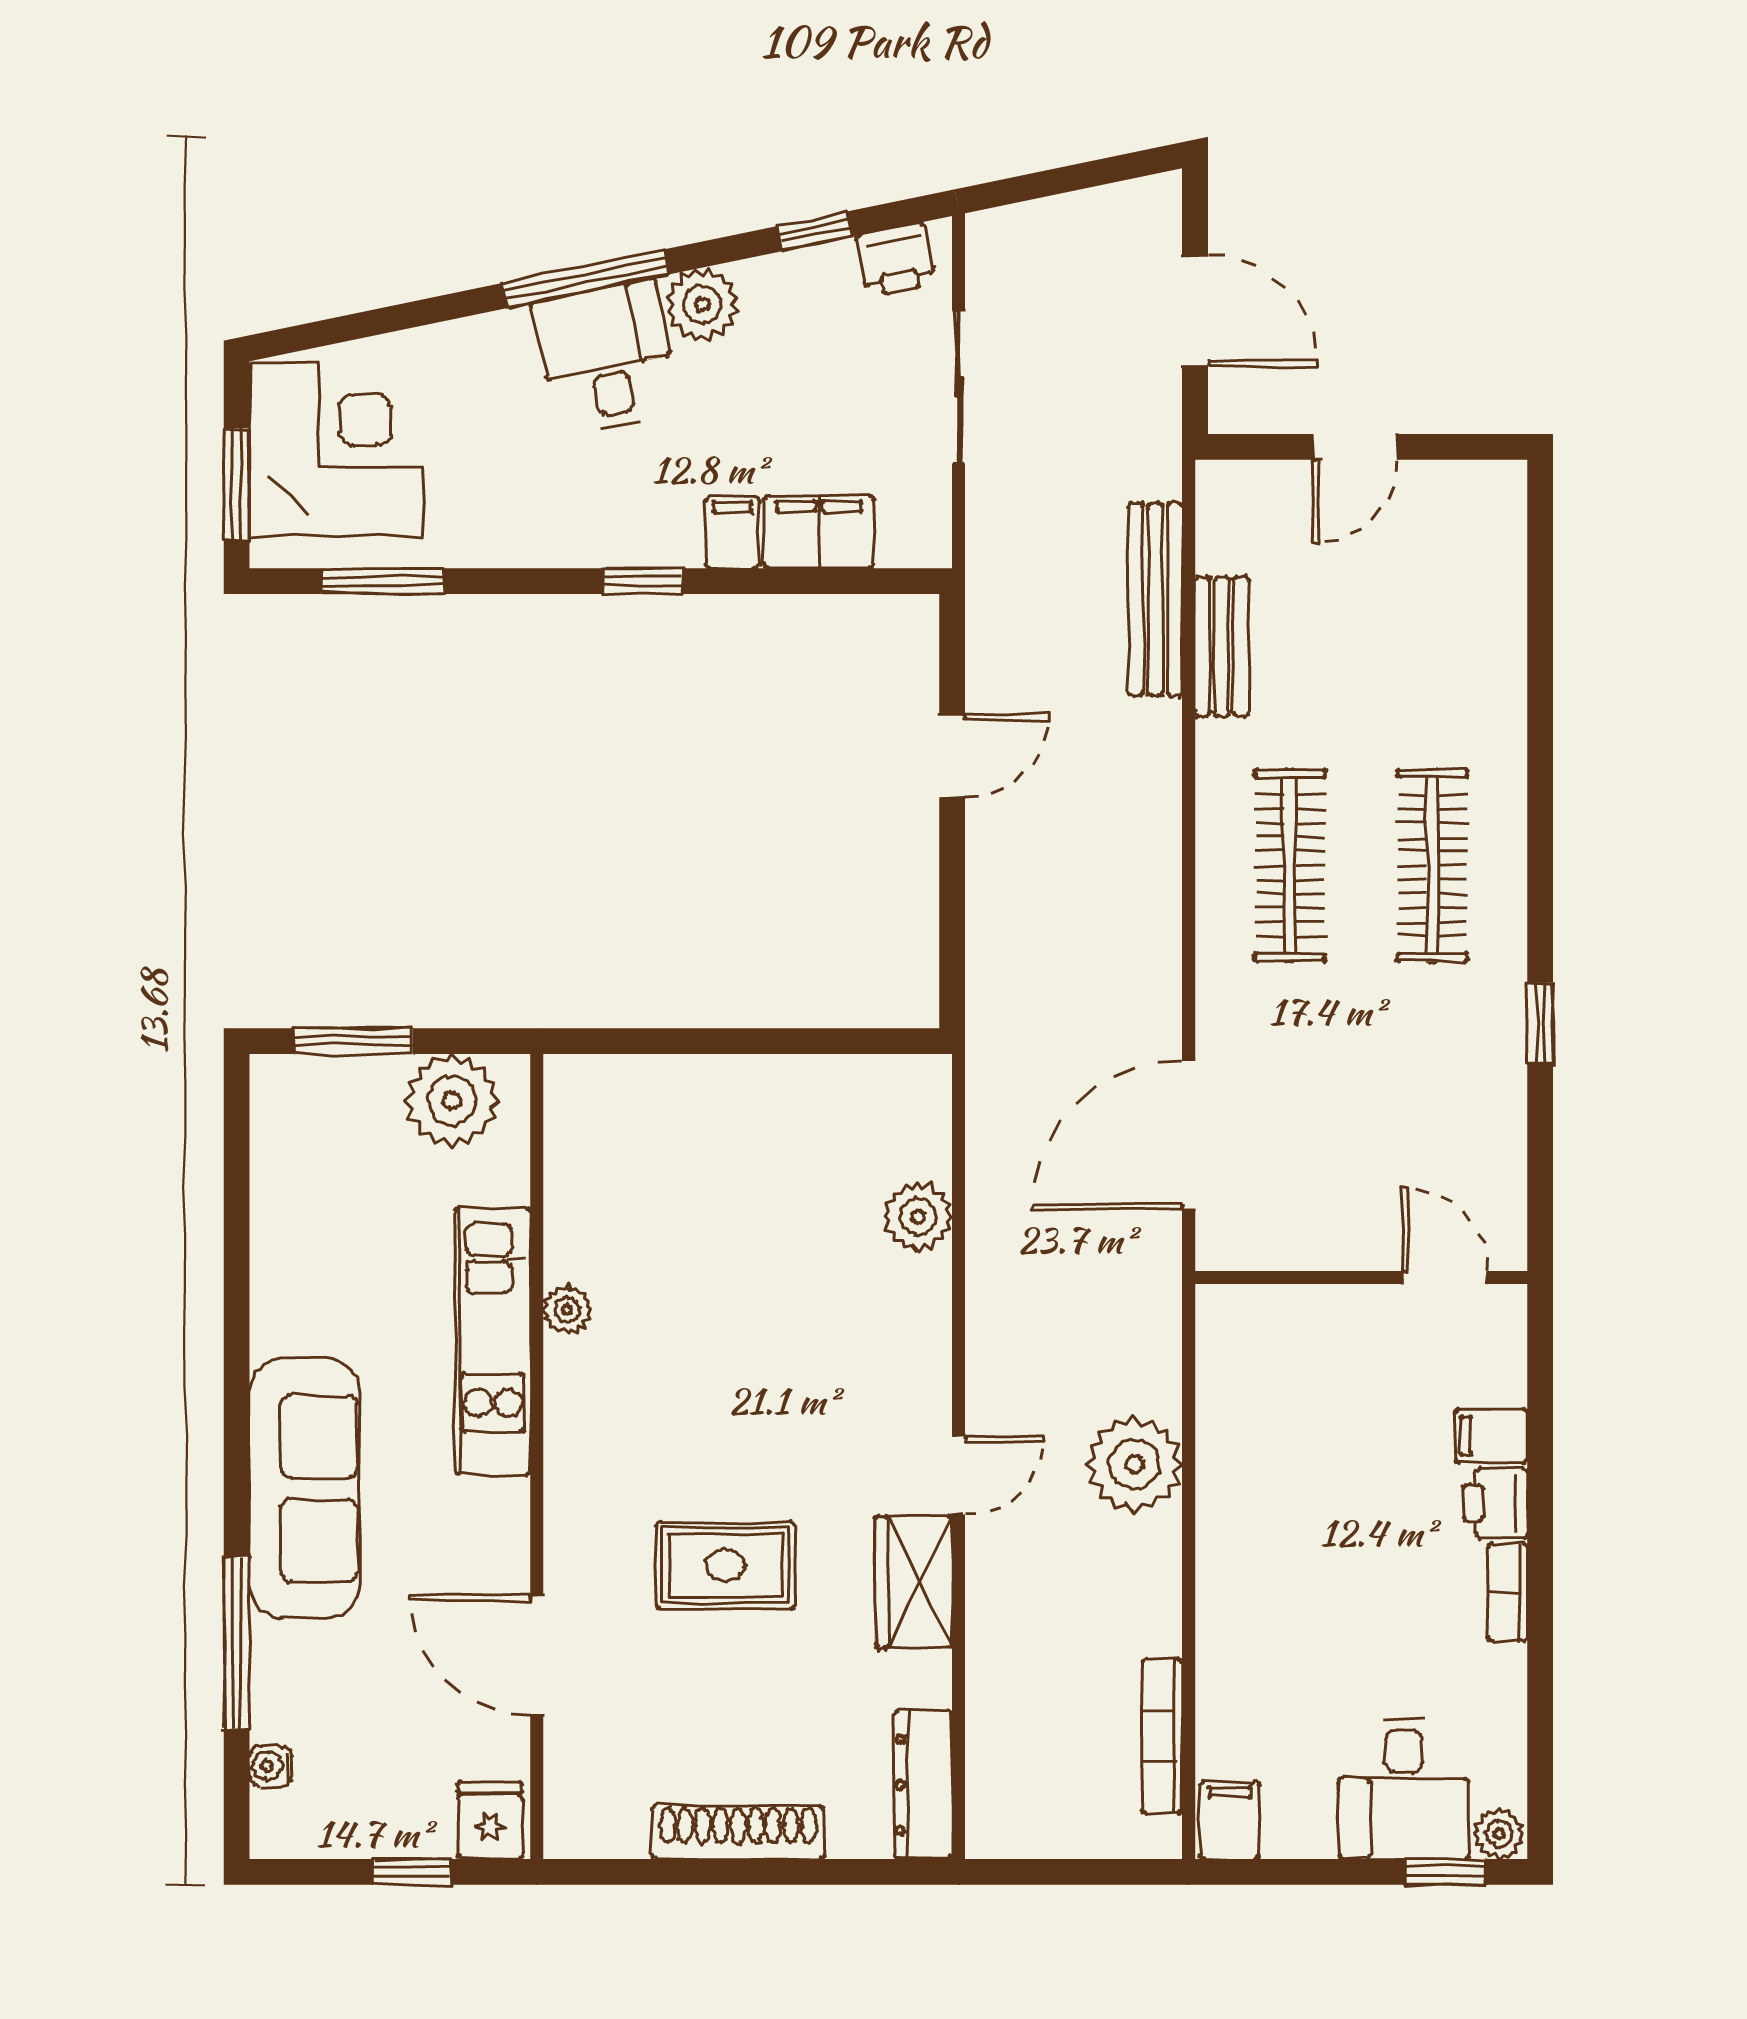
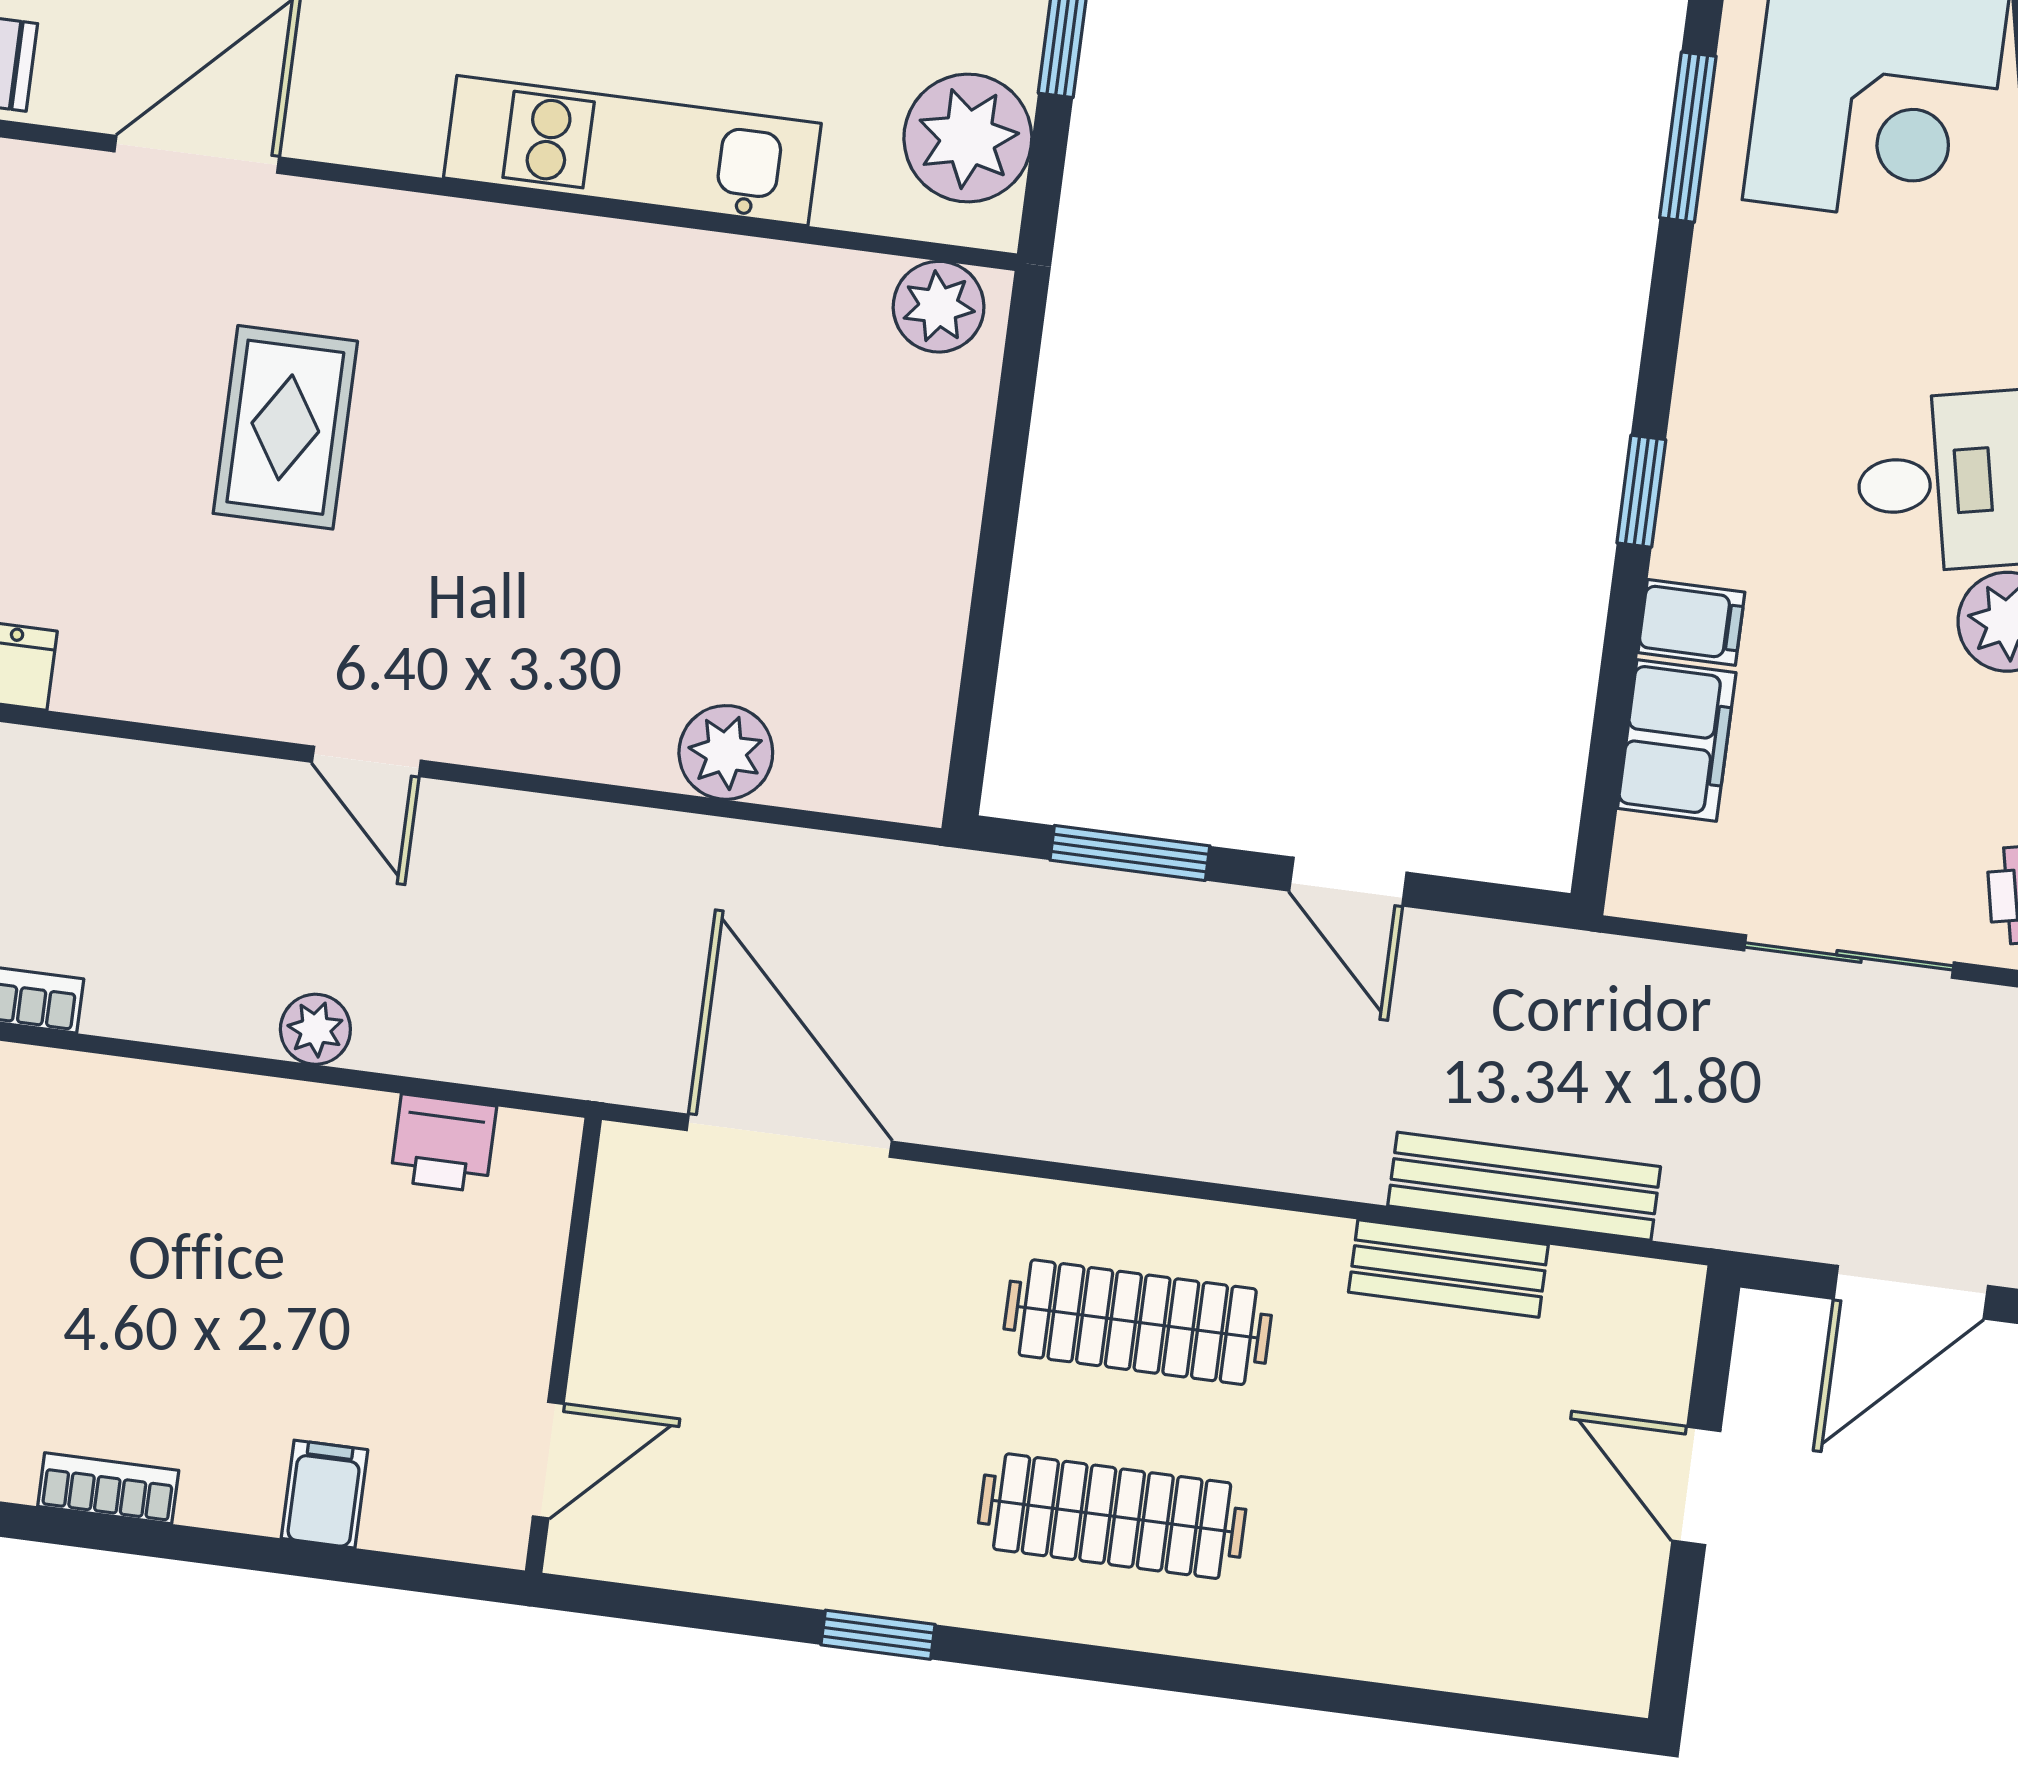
window: (952, 916) -> (1130, 853), added
plant: (567, 1310) -> (939, 307), moved, width x1.38, depth x1.38
plant: (1134, 1464) -> (315, 1029), width x0.53, depth x0.53
printer: (1495, 1503) -> (443, 1143), moved, turned 180
wardrobe: (914, 1582) -> (229, 681), removed

